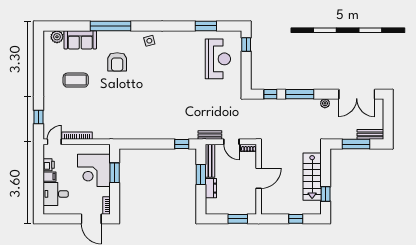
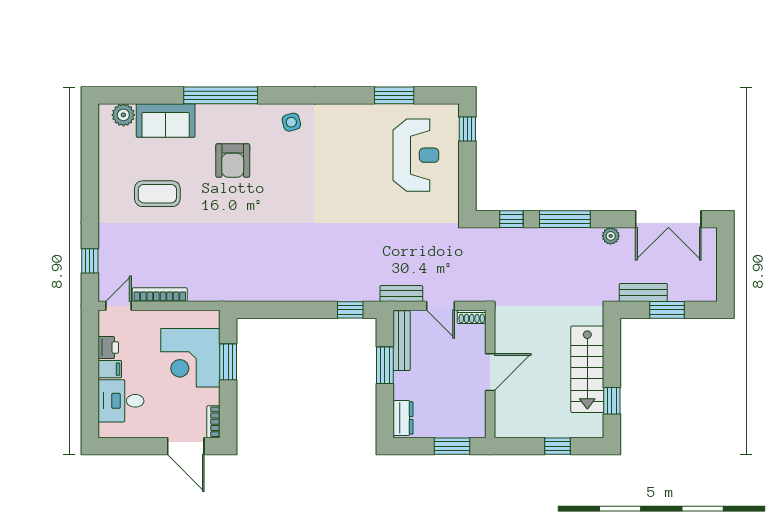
bench: (370, 134) -> (643, 292), moved
window: (356, 144) -> (667, 310), width x0.69
dresser: (211, 188) -> (403, 418), moved

